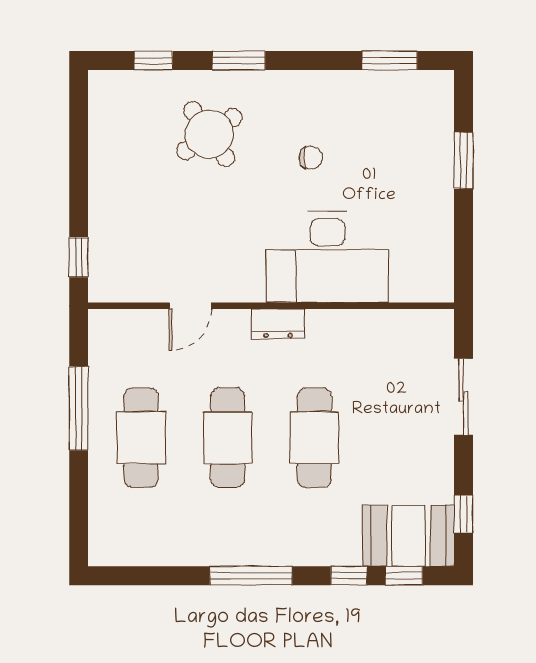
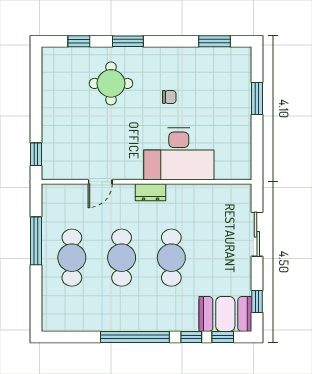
round table: (209, 134) -> (111, 83), turned 35
window: (251, 576) -> (135, 337), width x1.46

